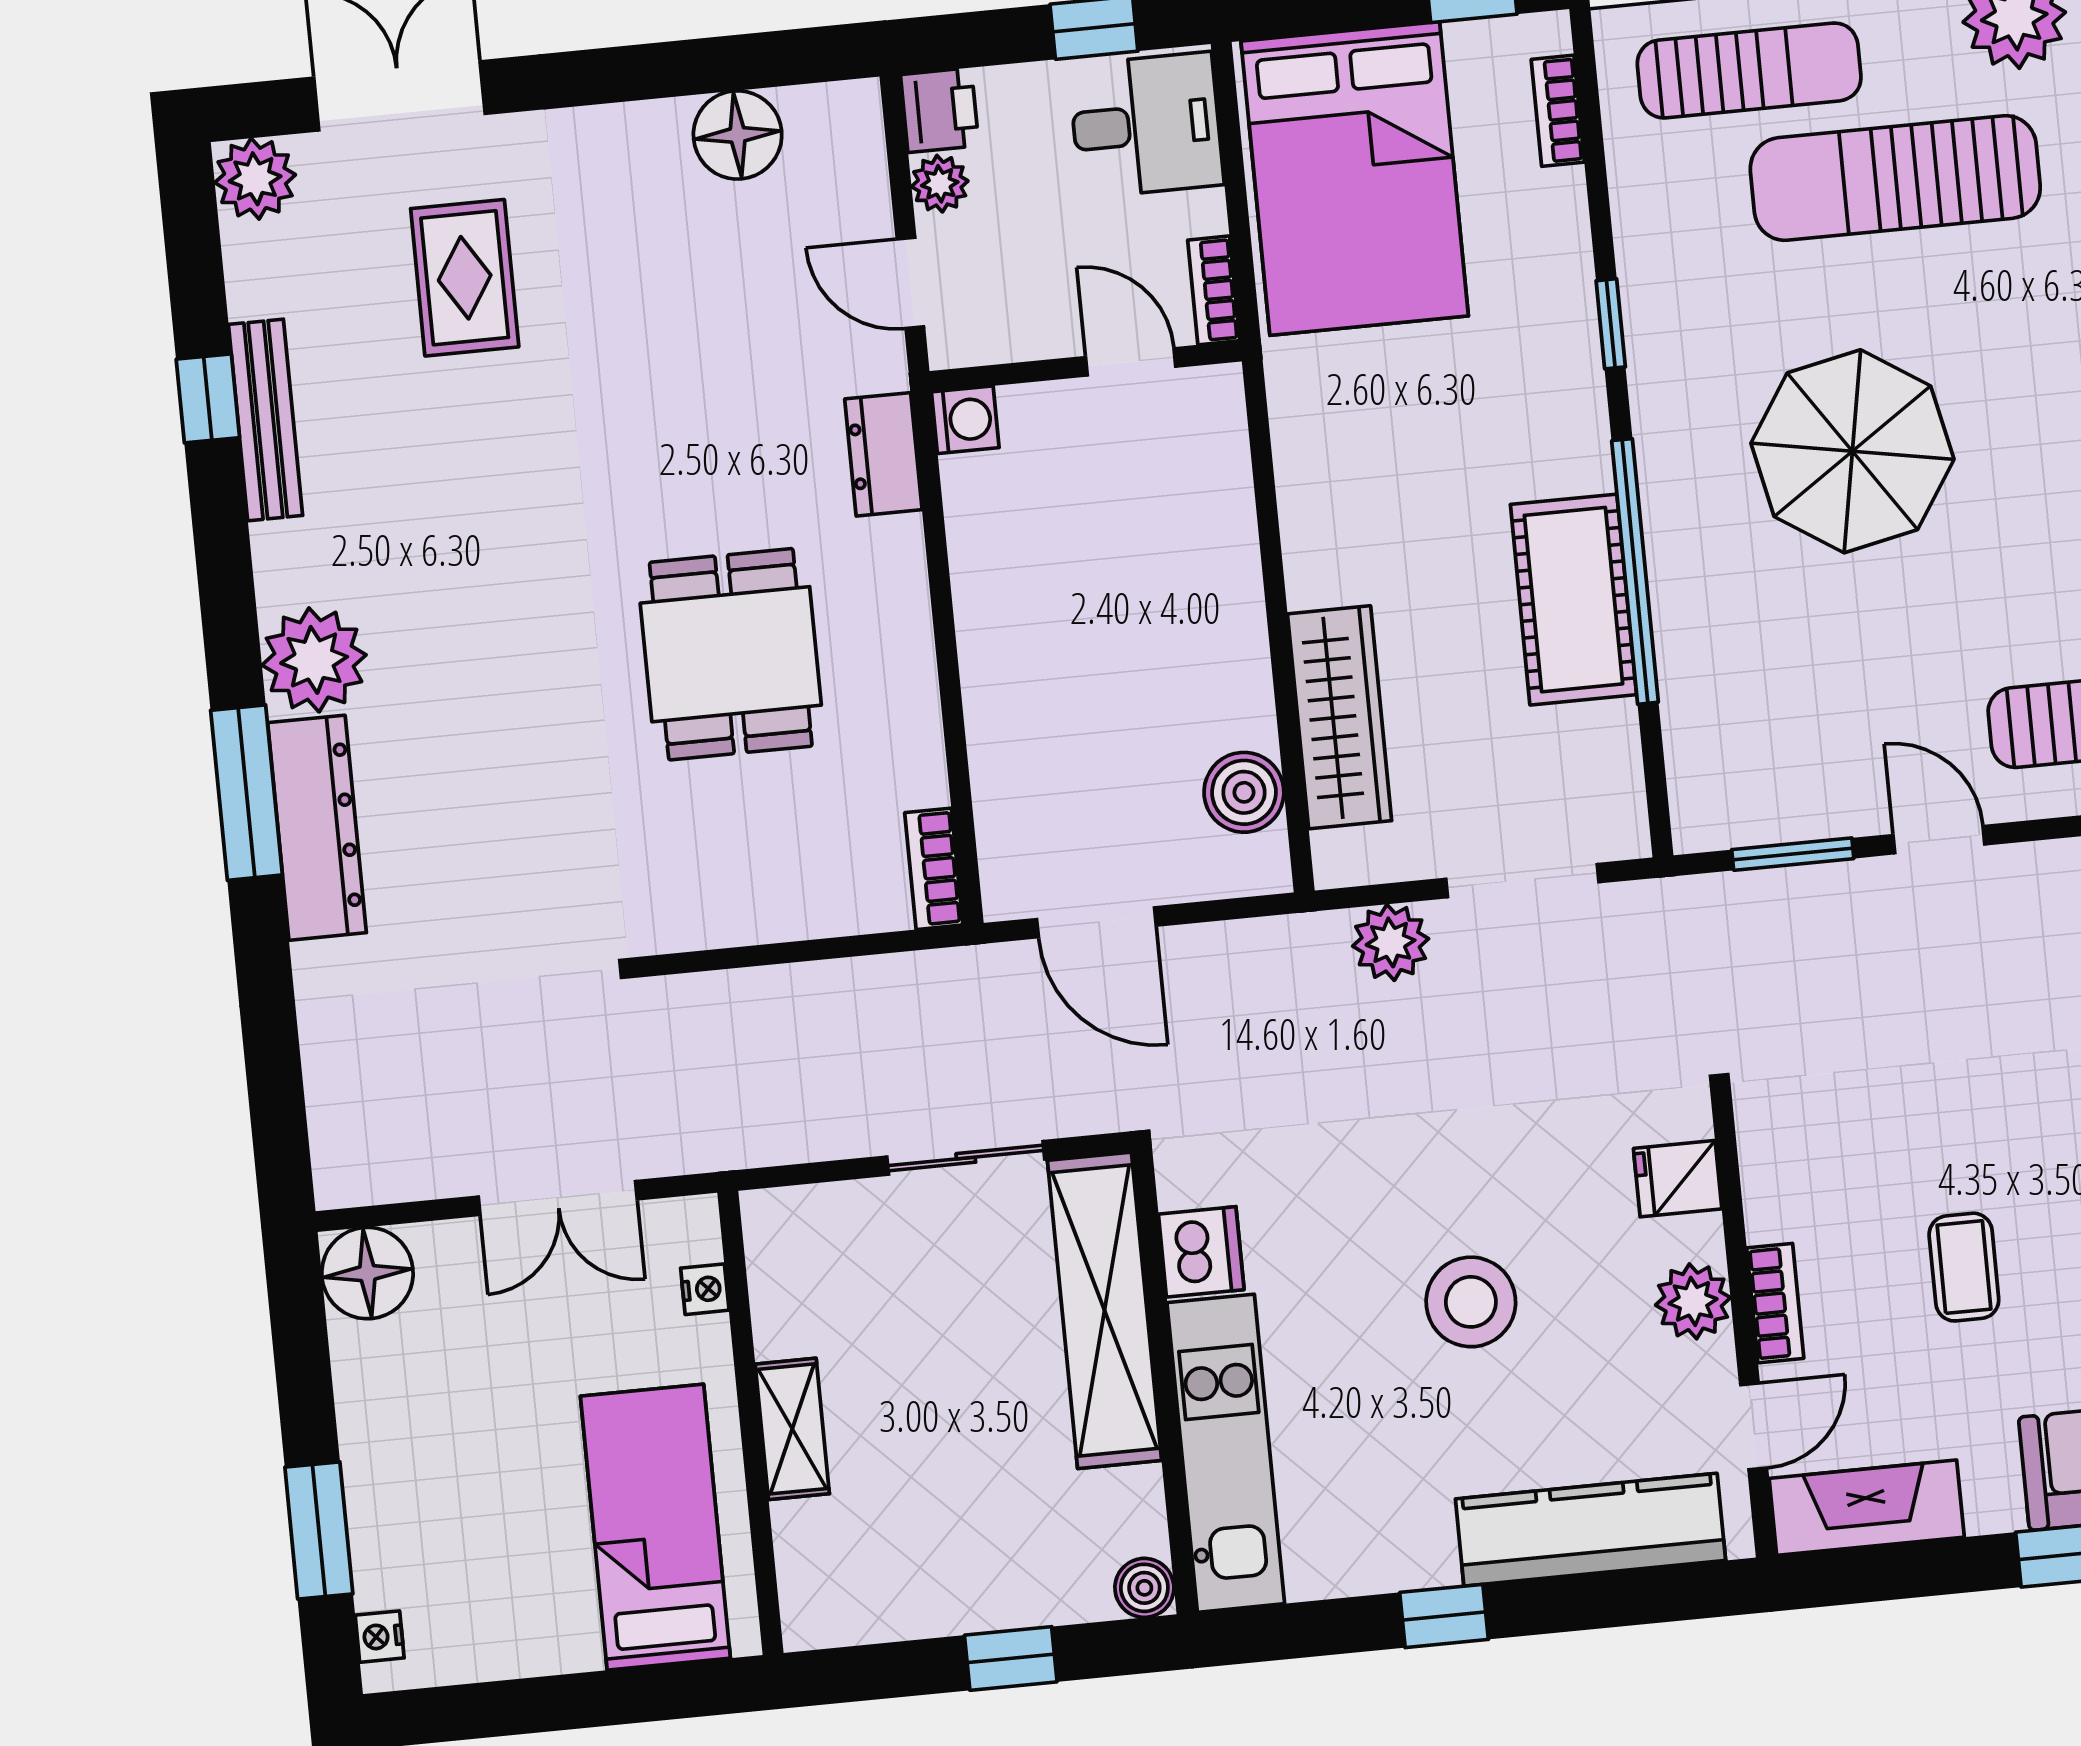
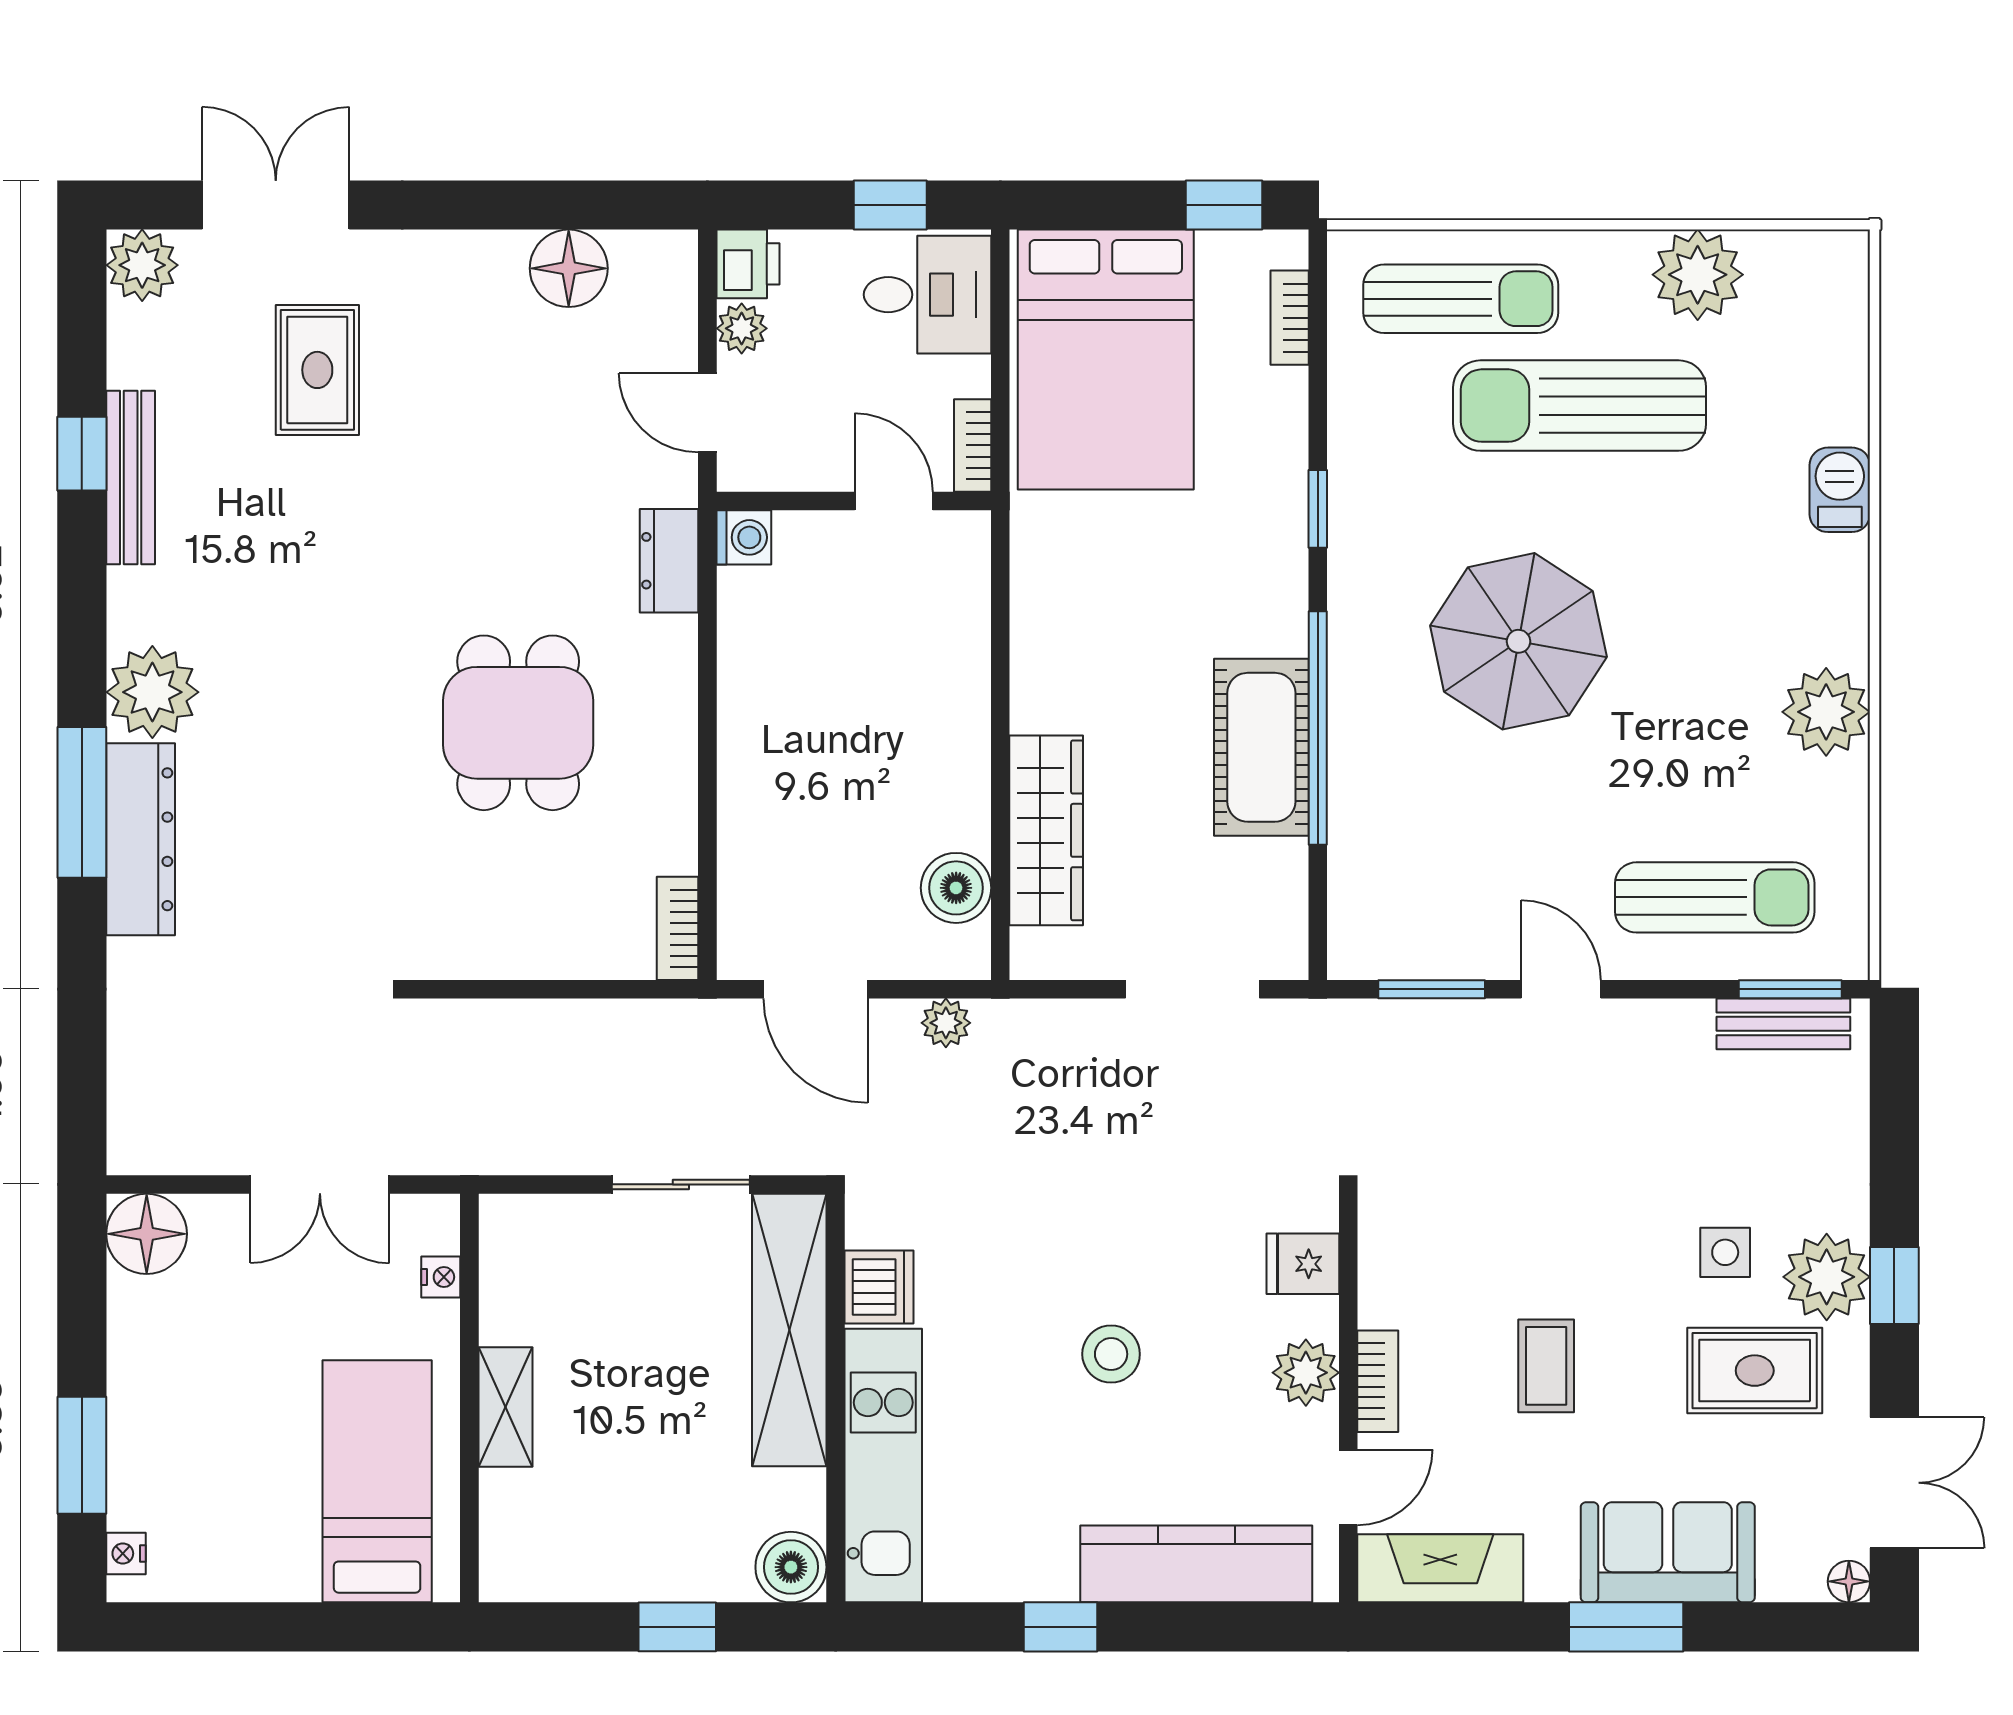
plant: (1391, 942) -> (946, 1023), moved, width x0.73, depth x0.73
stool: (1471, 1302) -> (1111, 1354), width x0.73, depth x0.73
boiler: (1144, 1588) -> (791, 1567), width x1.36, depth x1.36

